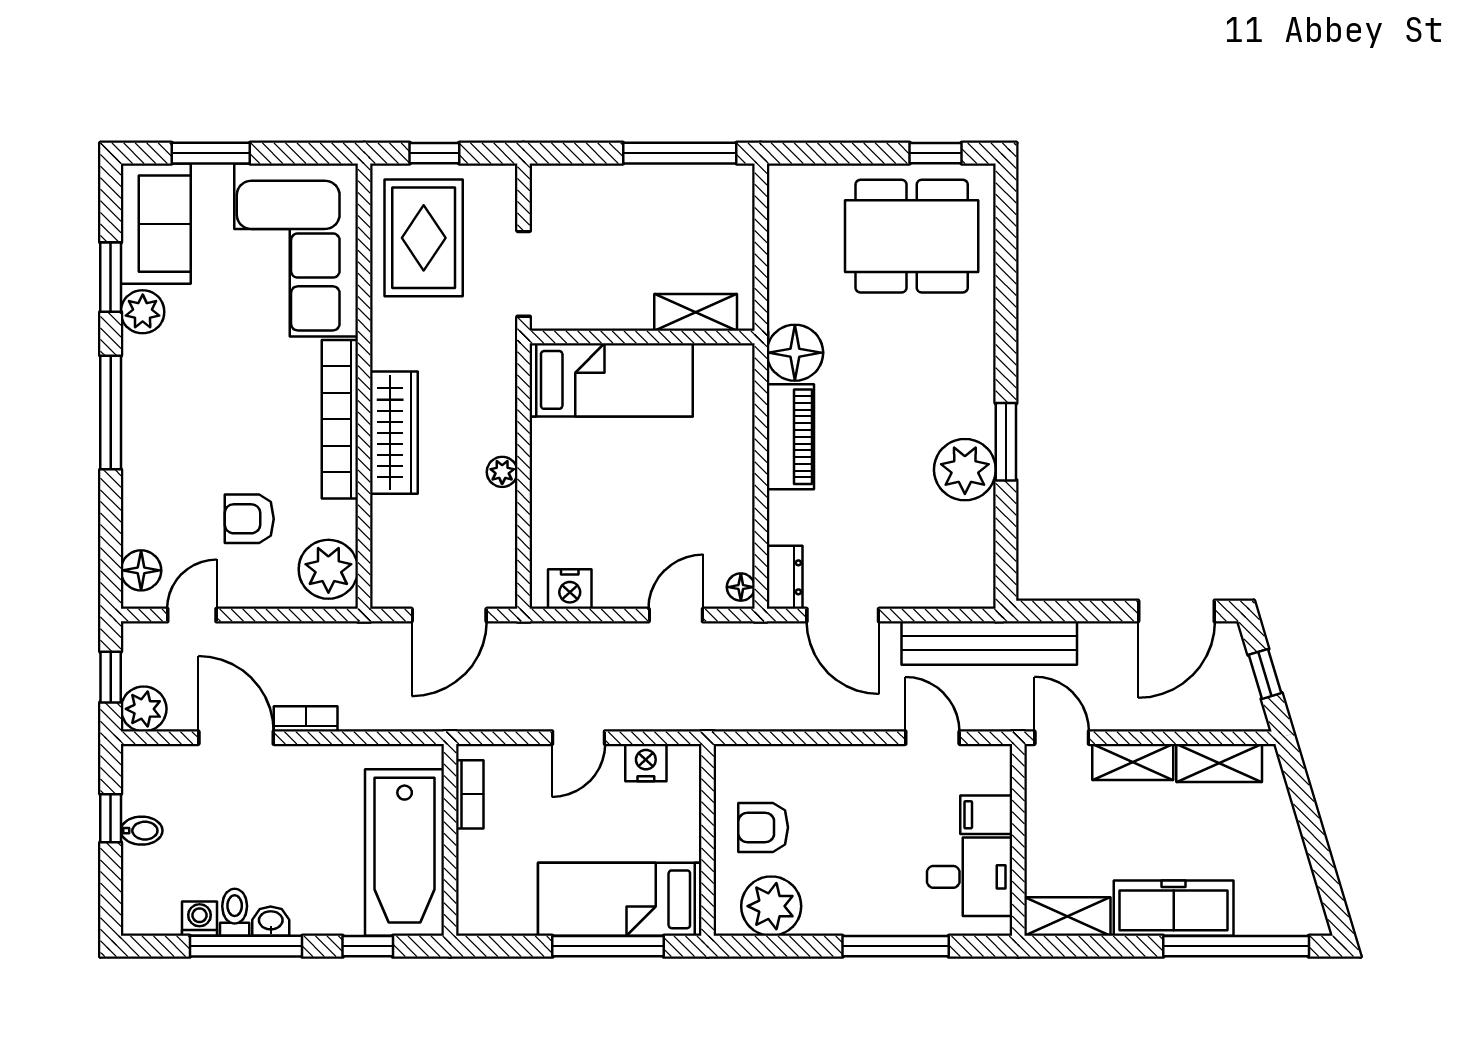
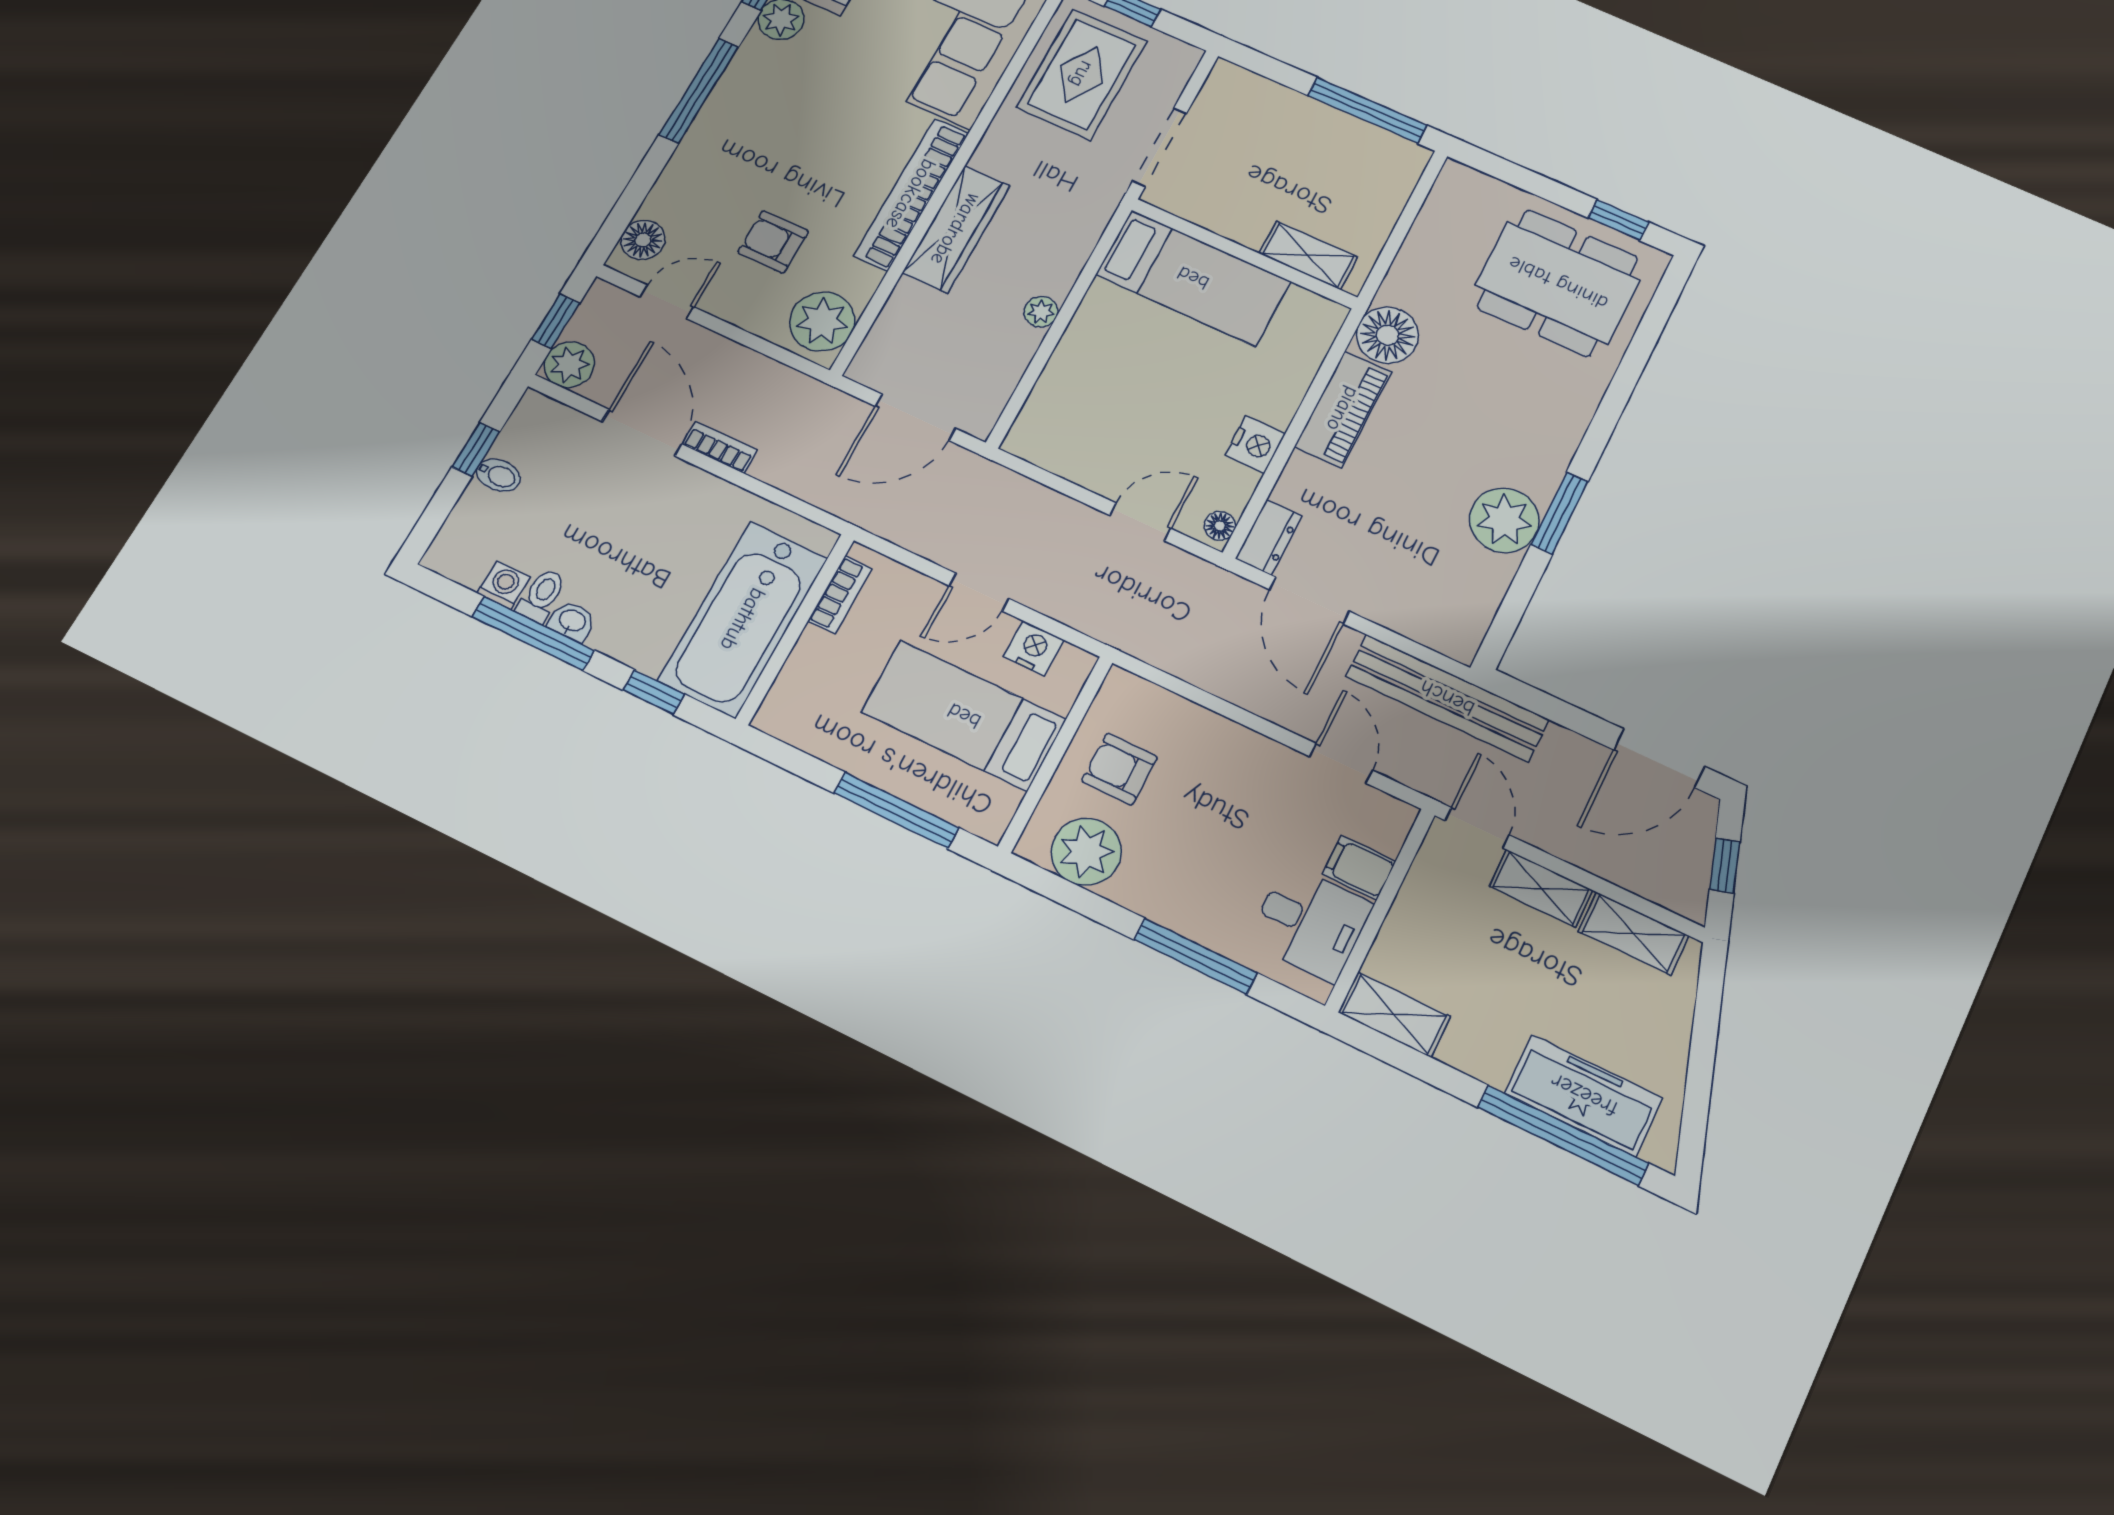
nightstand: (570, 589) -> (1255, 445), moved, turned -90
bed: (620, 899) -> (964, 716), moved
freezer: (1174, 908) -> (1584, 1095), moved

